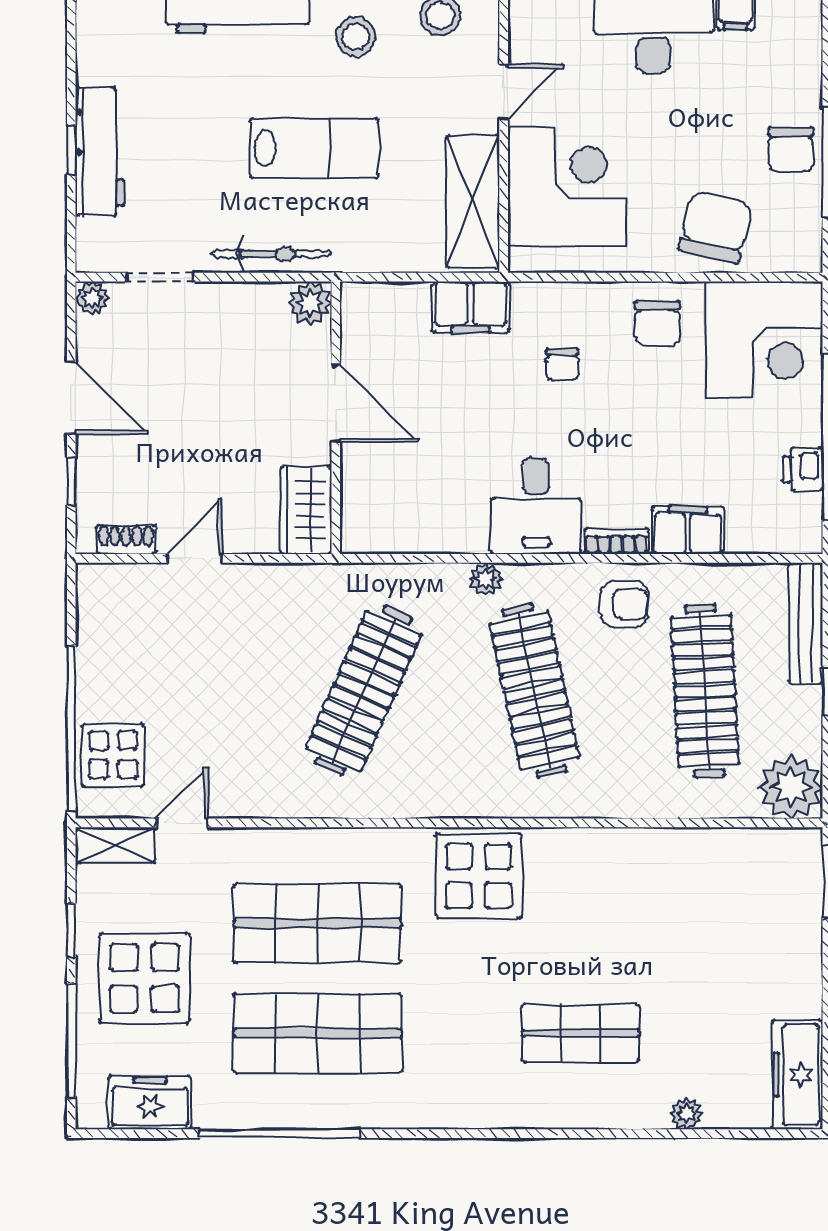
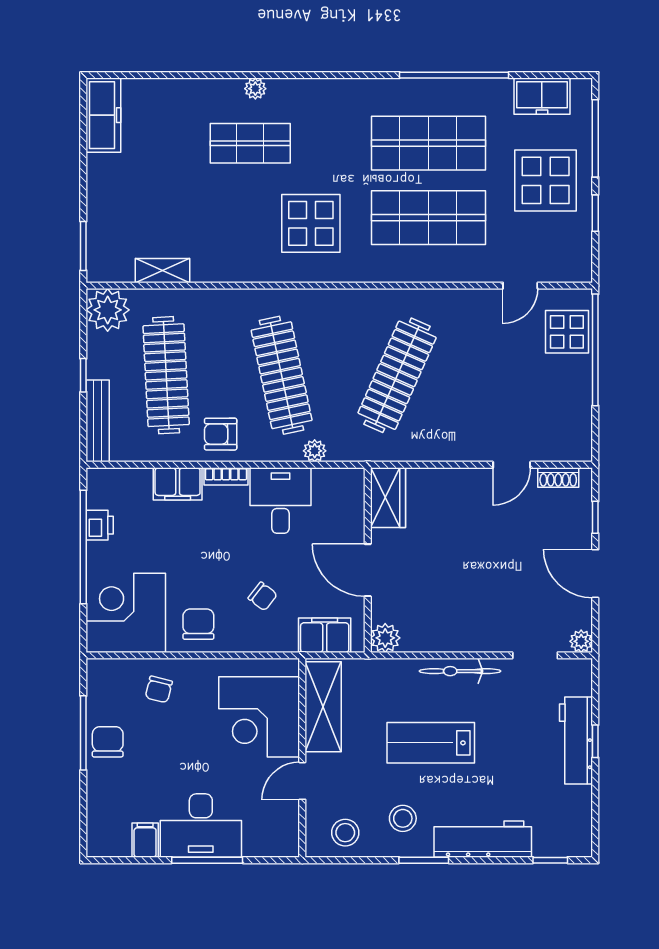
chair: (716, 227) -> (159, 689), width x0.54, depth x0.54
plant: (310, 303) -> (385, 638), moved
chair: (562, 364) -> (263, 596), turned 128
door: (336, 403) -> (368, 570), moved
wall: (336, 418) -> (368, 560), moved
wardrobe: (306, 510) -> (388, 498), moved
shelving: (116, 845) -> (162, 271), moved
display table: (479, 876) -> (311, 223), moved
plant: (687, 1114) -> (255, 89), moved

